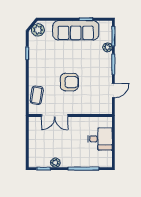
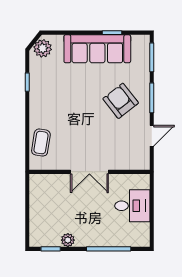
plant: (107, 47) -> (143, 73), removed
armchair: (69, 82) -> (121, 101), moved, turned -128
double door: (55, 115) -> (89, 172), moved

